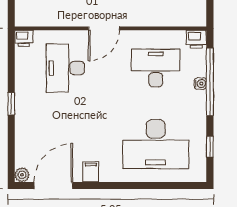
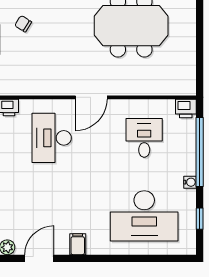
desk: (156, 68) -> (144, 138), width x0.73
water cooler: (200, 84) -> (190, 182), moved
door: (53, 186) -> (39, 258), width x0.73

